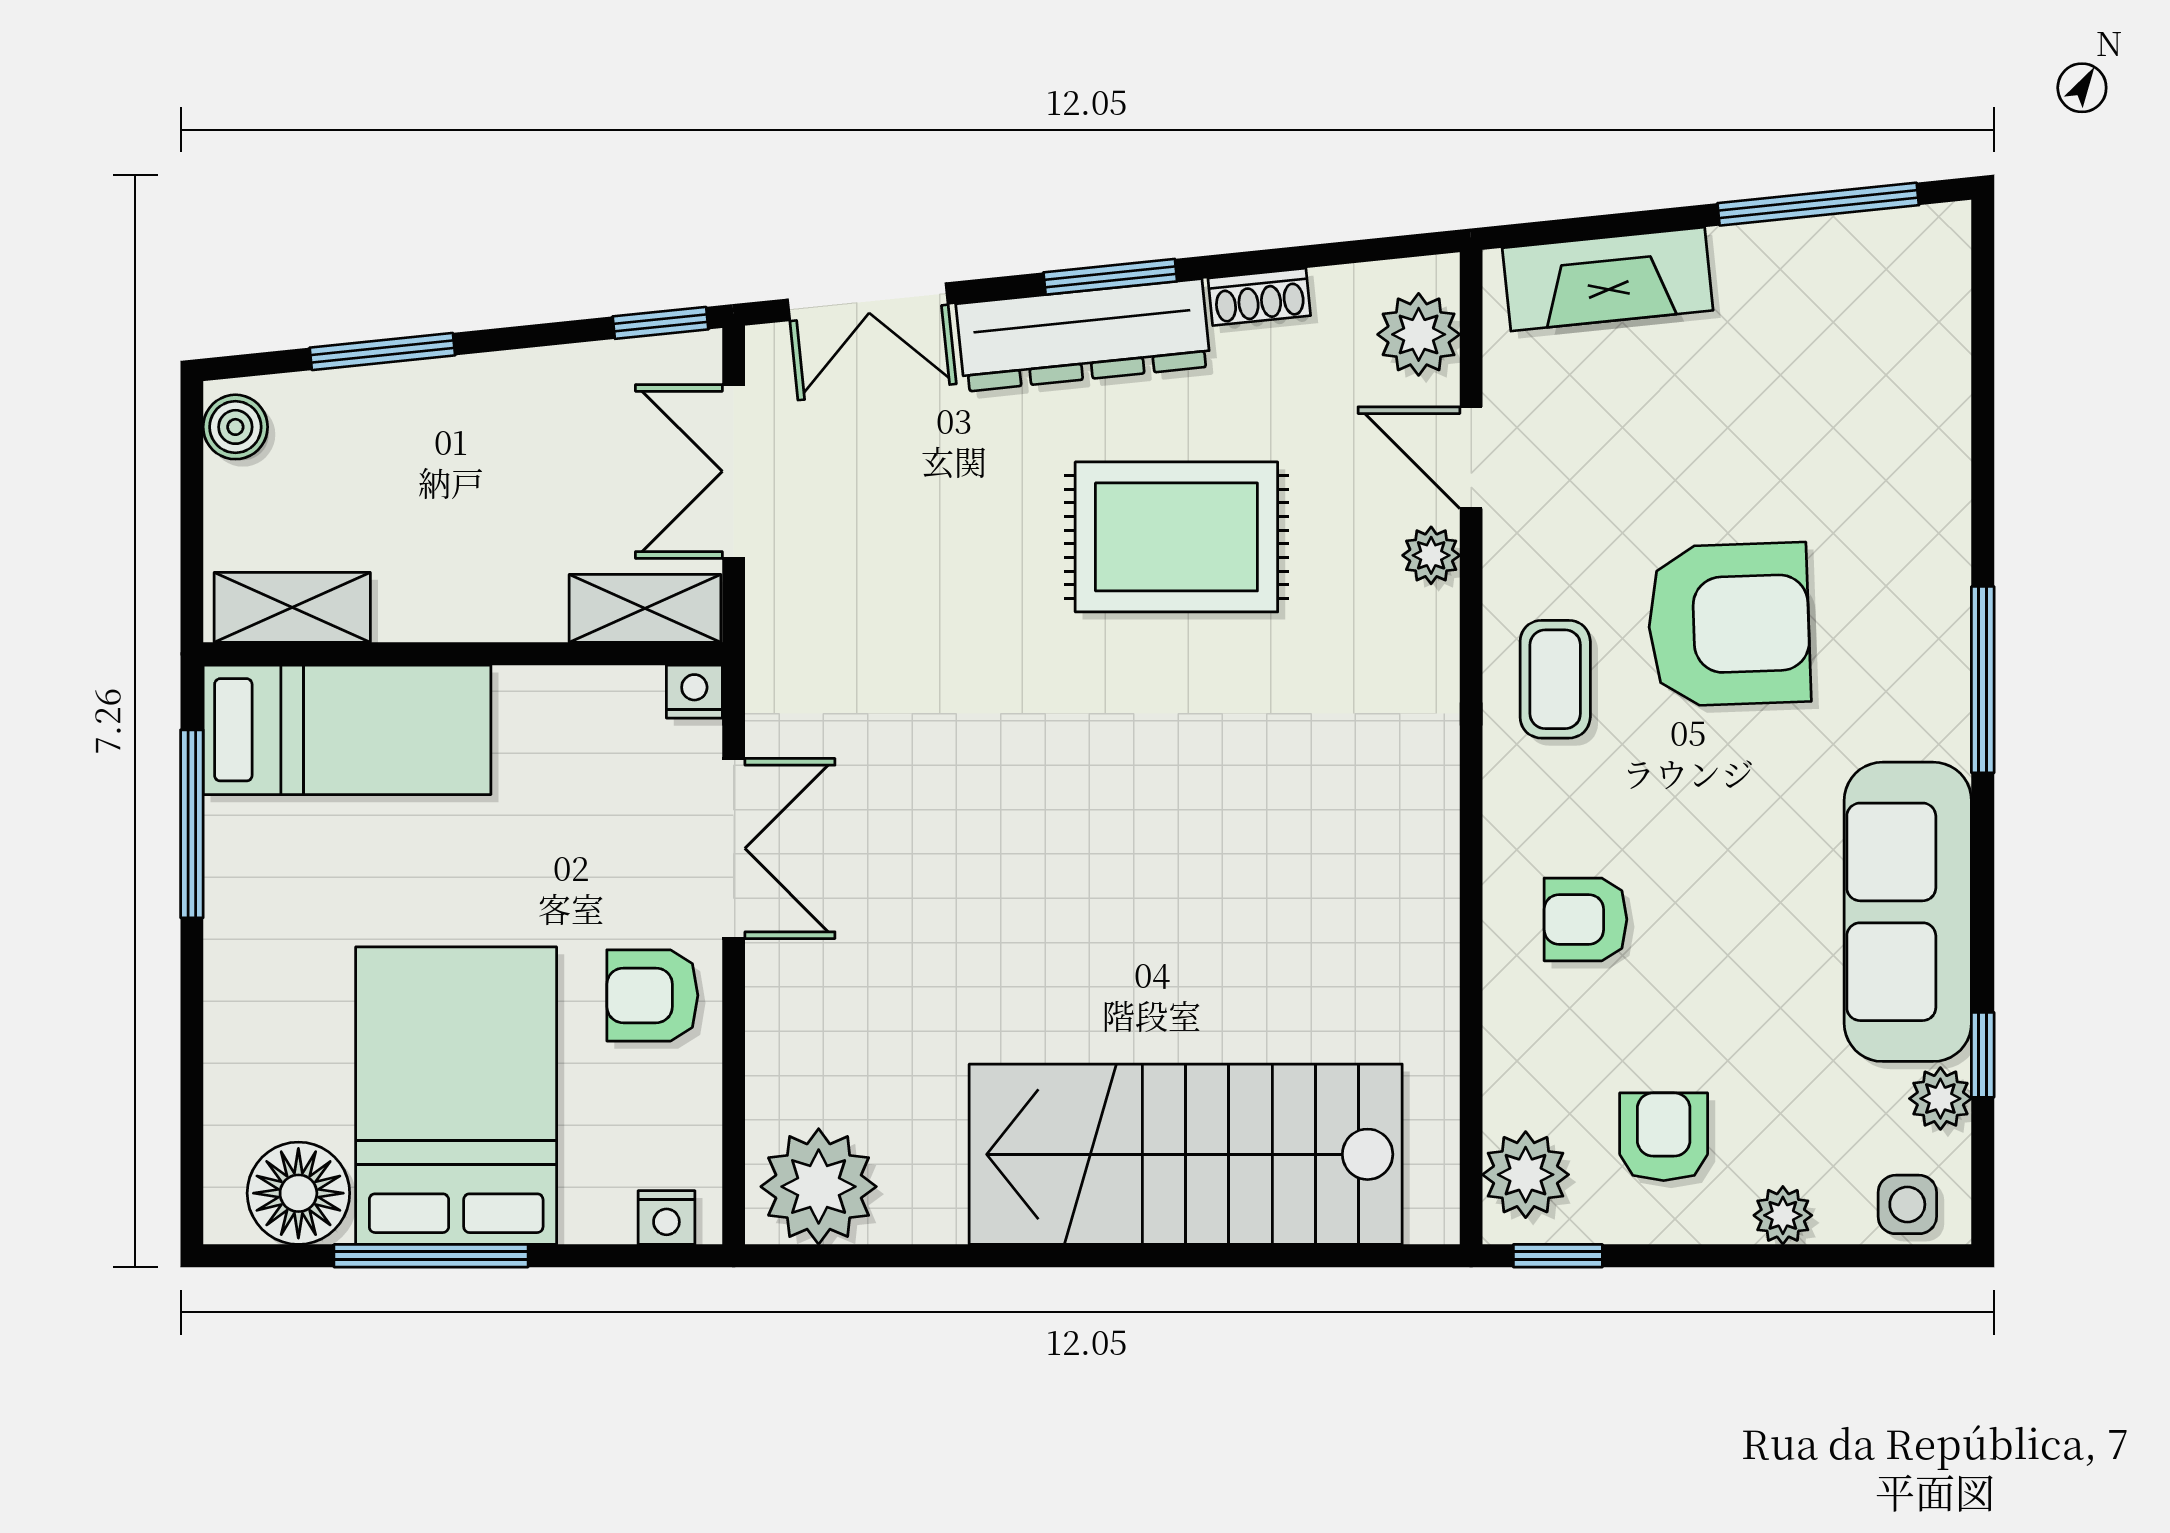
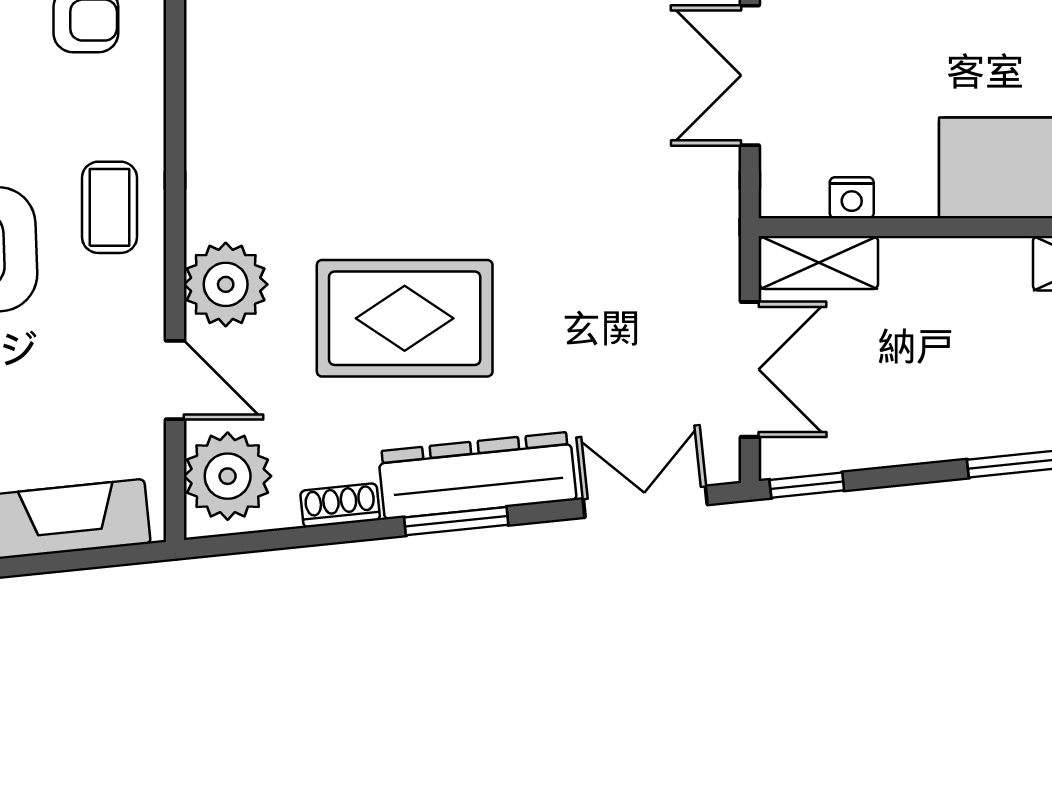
plant: (1419, 334) -> (228, 476), width x1.36, depth x1.36
plant: (1431, 555) -> (226, 284), width x1.87, depth x1.87
nightstand: (694, 692) -> (852, 198), moved

